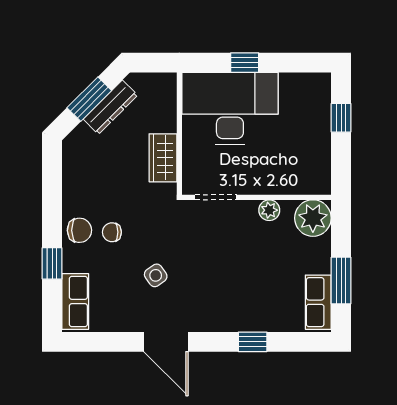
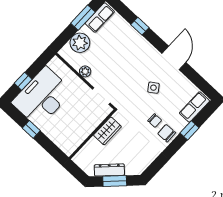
window: (245, 63) -> (31, 129), moved
desk: (230, 108) -> (42, 97), moved, turned 90
plant: (313, 218) -> (80, 43), moved

